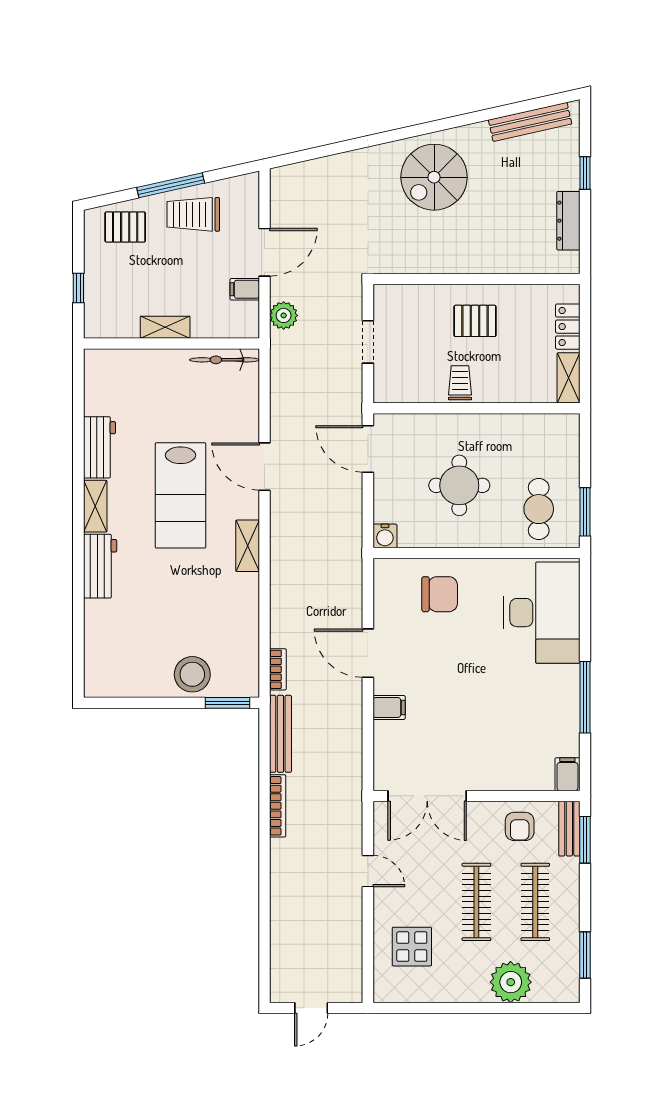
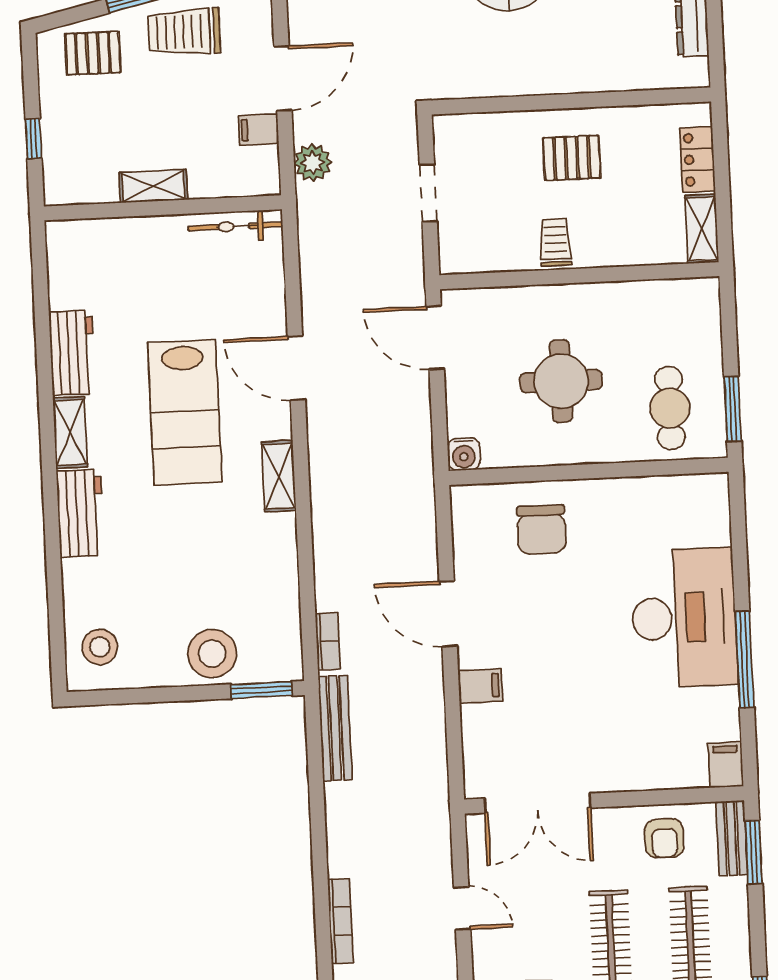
chair: (440, 594) -> (541, 529), turned 90
desk: (542, 613) -> (684, 618), moved
stool: (110, 665) -> (100, 647), added
bookcase: (278, 806) -> (340, 921), moved

